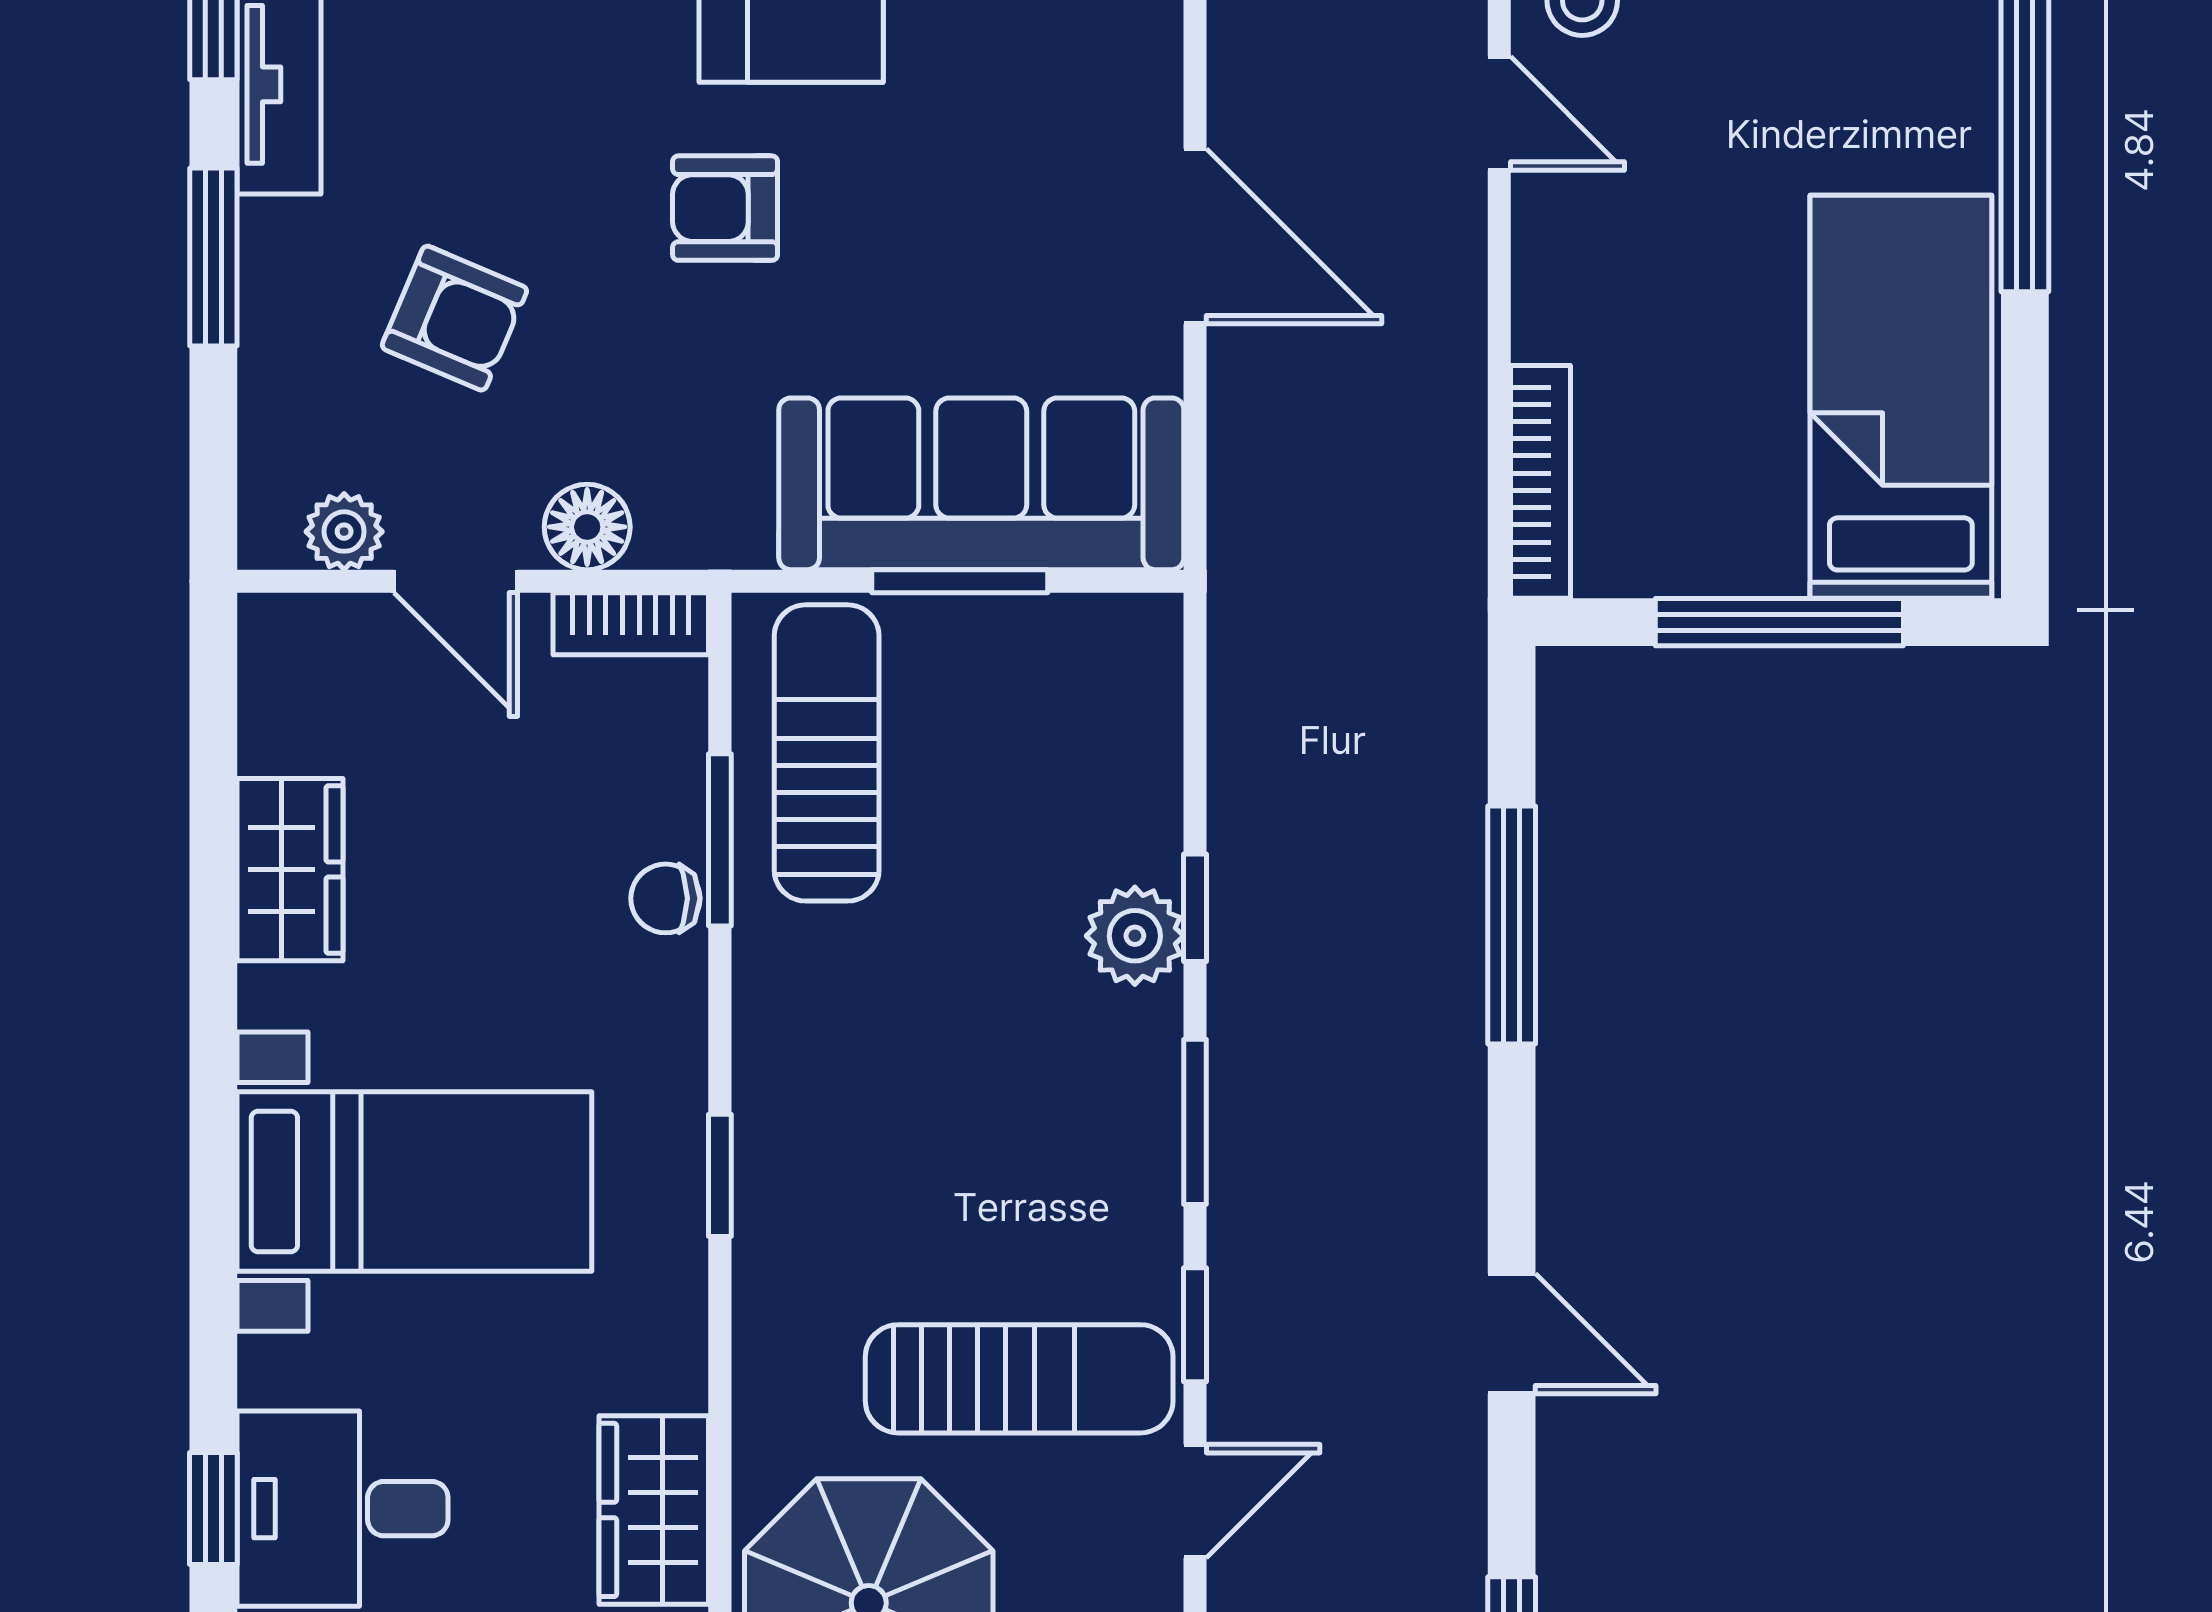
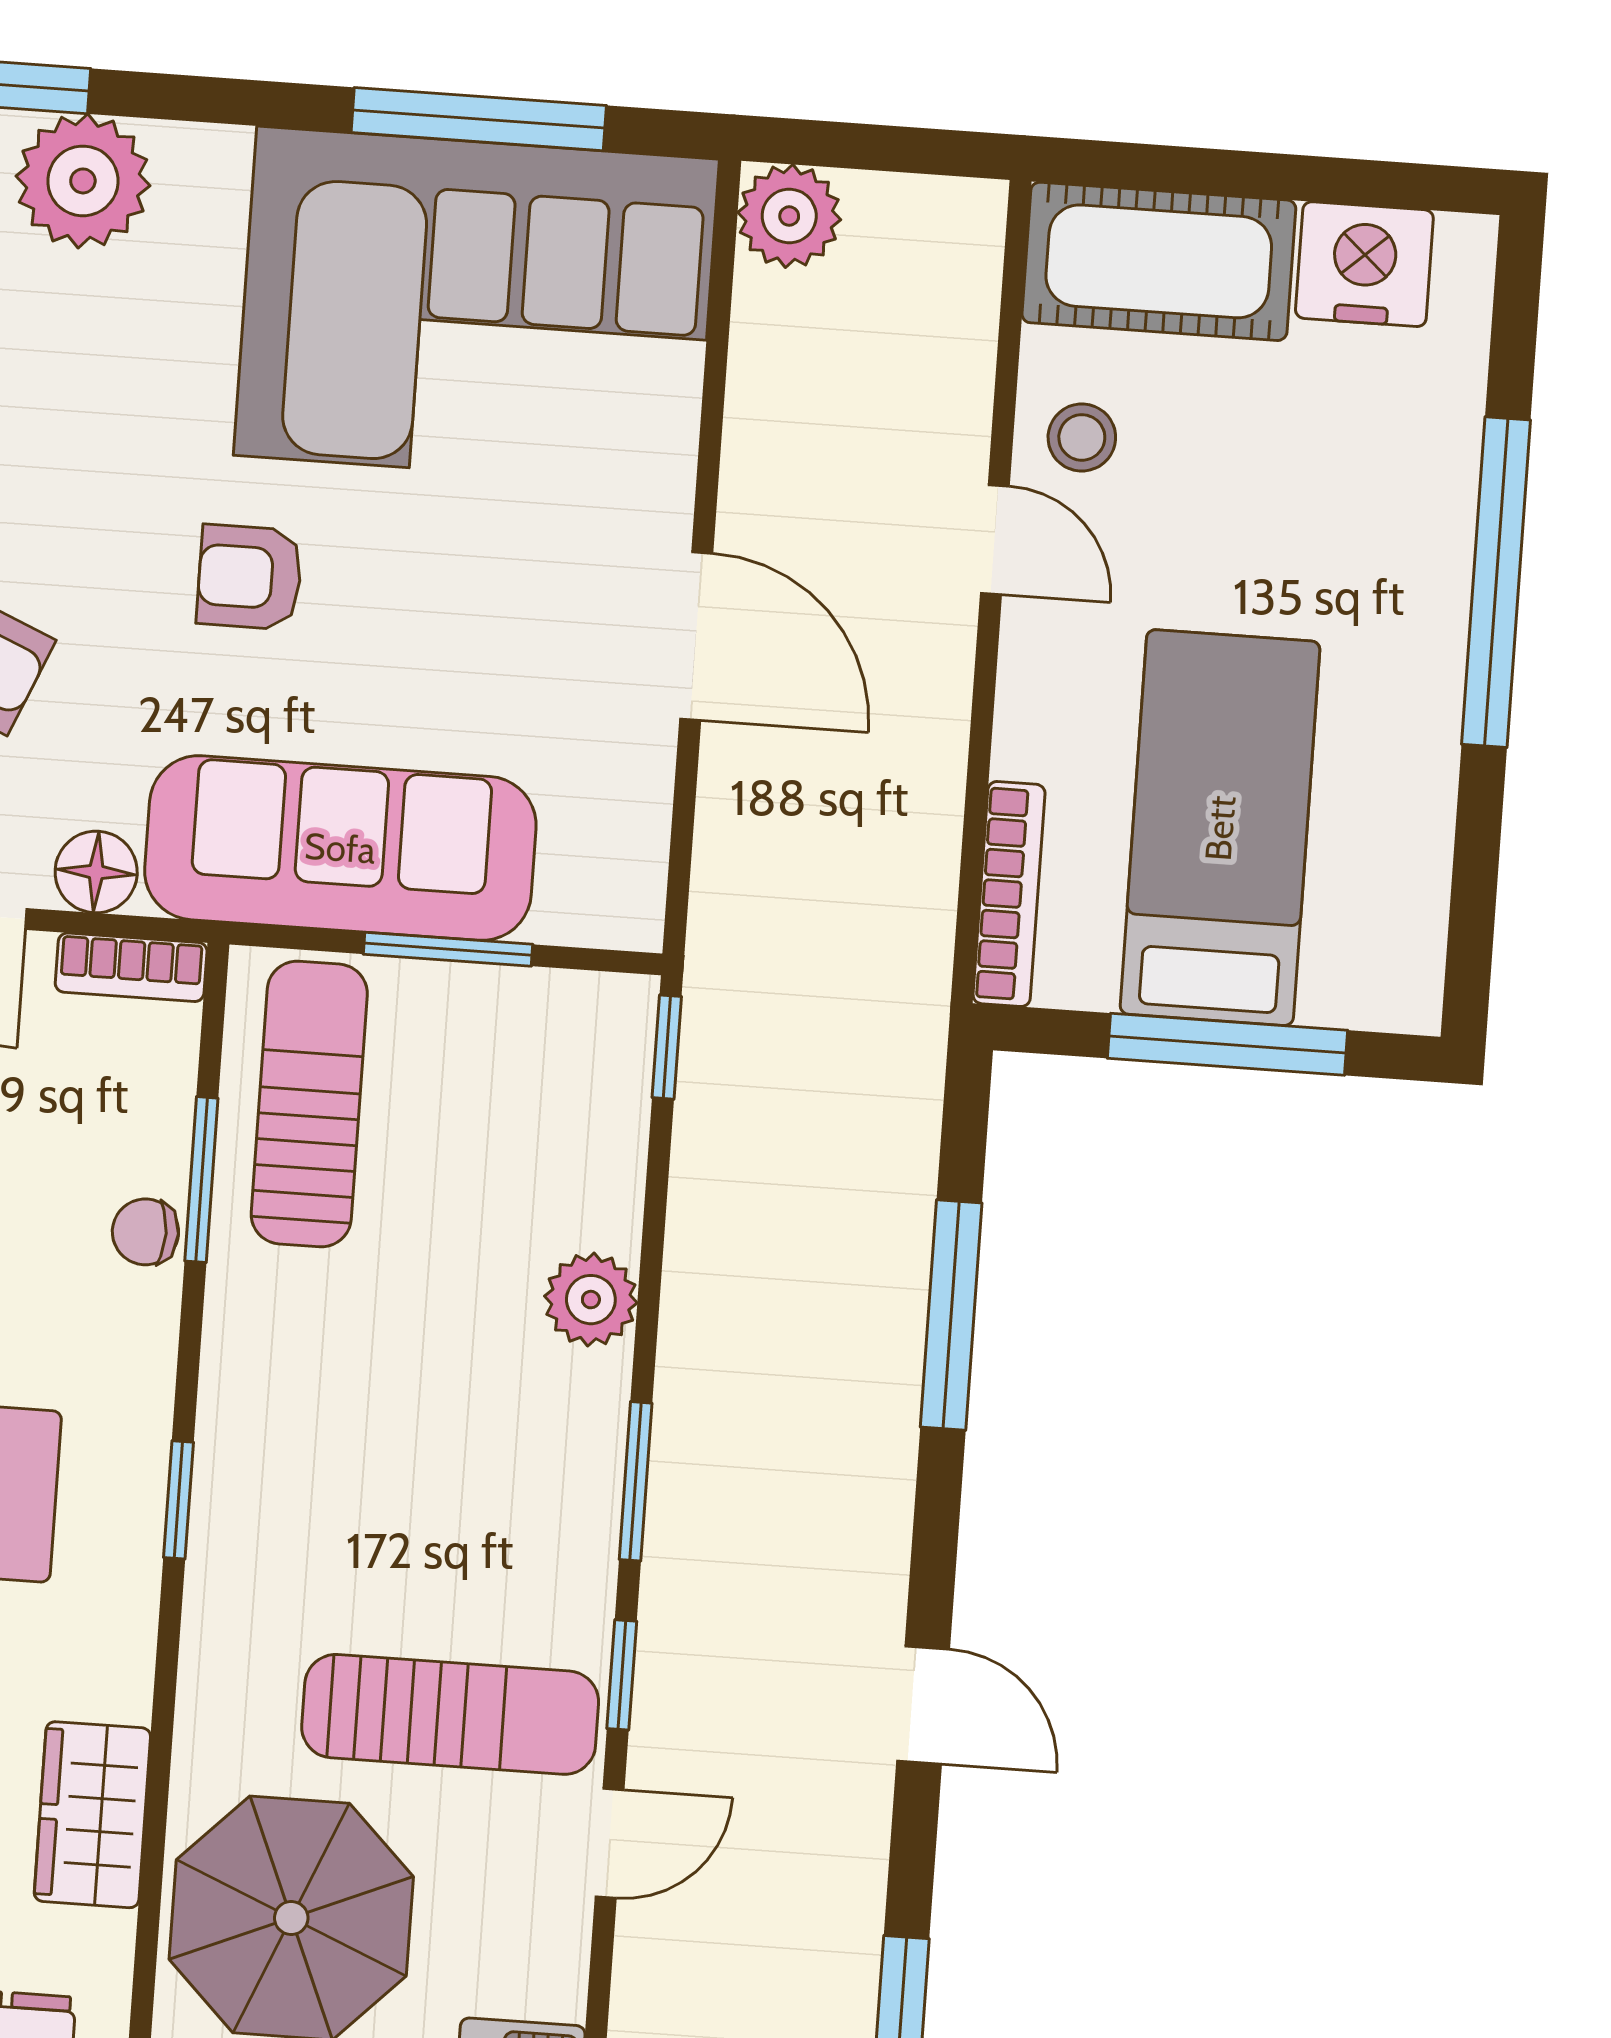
bed: (1901, 397) -> (1220, 828), moved
sofa: (981, 484) -> (340, 848), moved
window: (1195, 908) -> (667, 1047), moved

